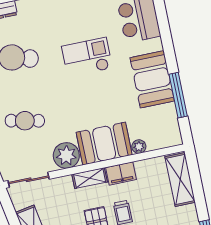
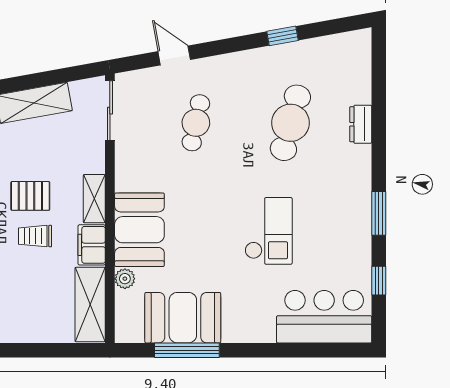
booth: (152, 79) -> (183, 318), moved
plant: (66, 155) -> (134, 172), removed
shelving: (180, 180) -> (90, 304), moved, turned 90

